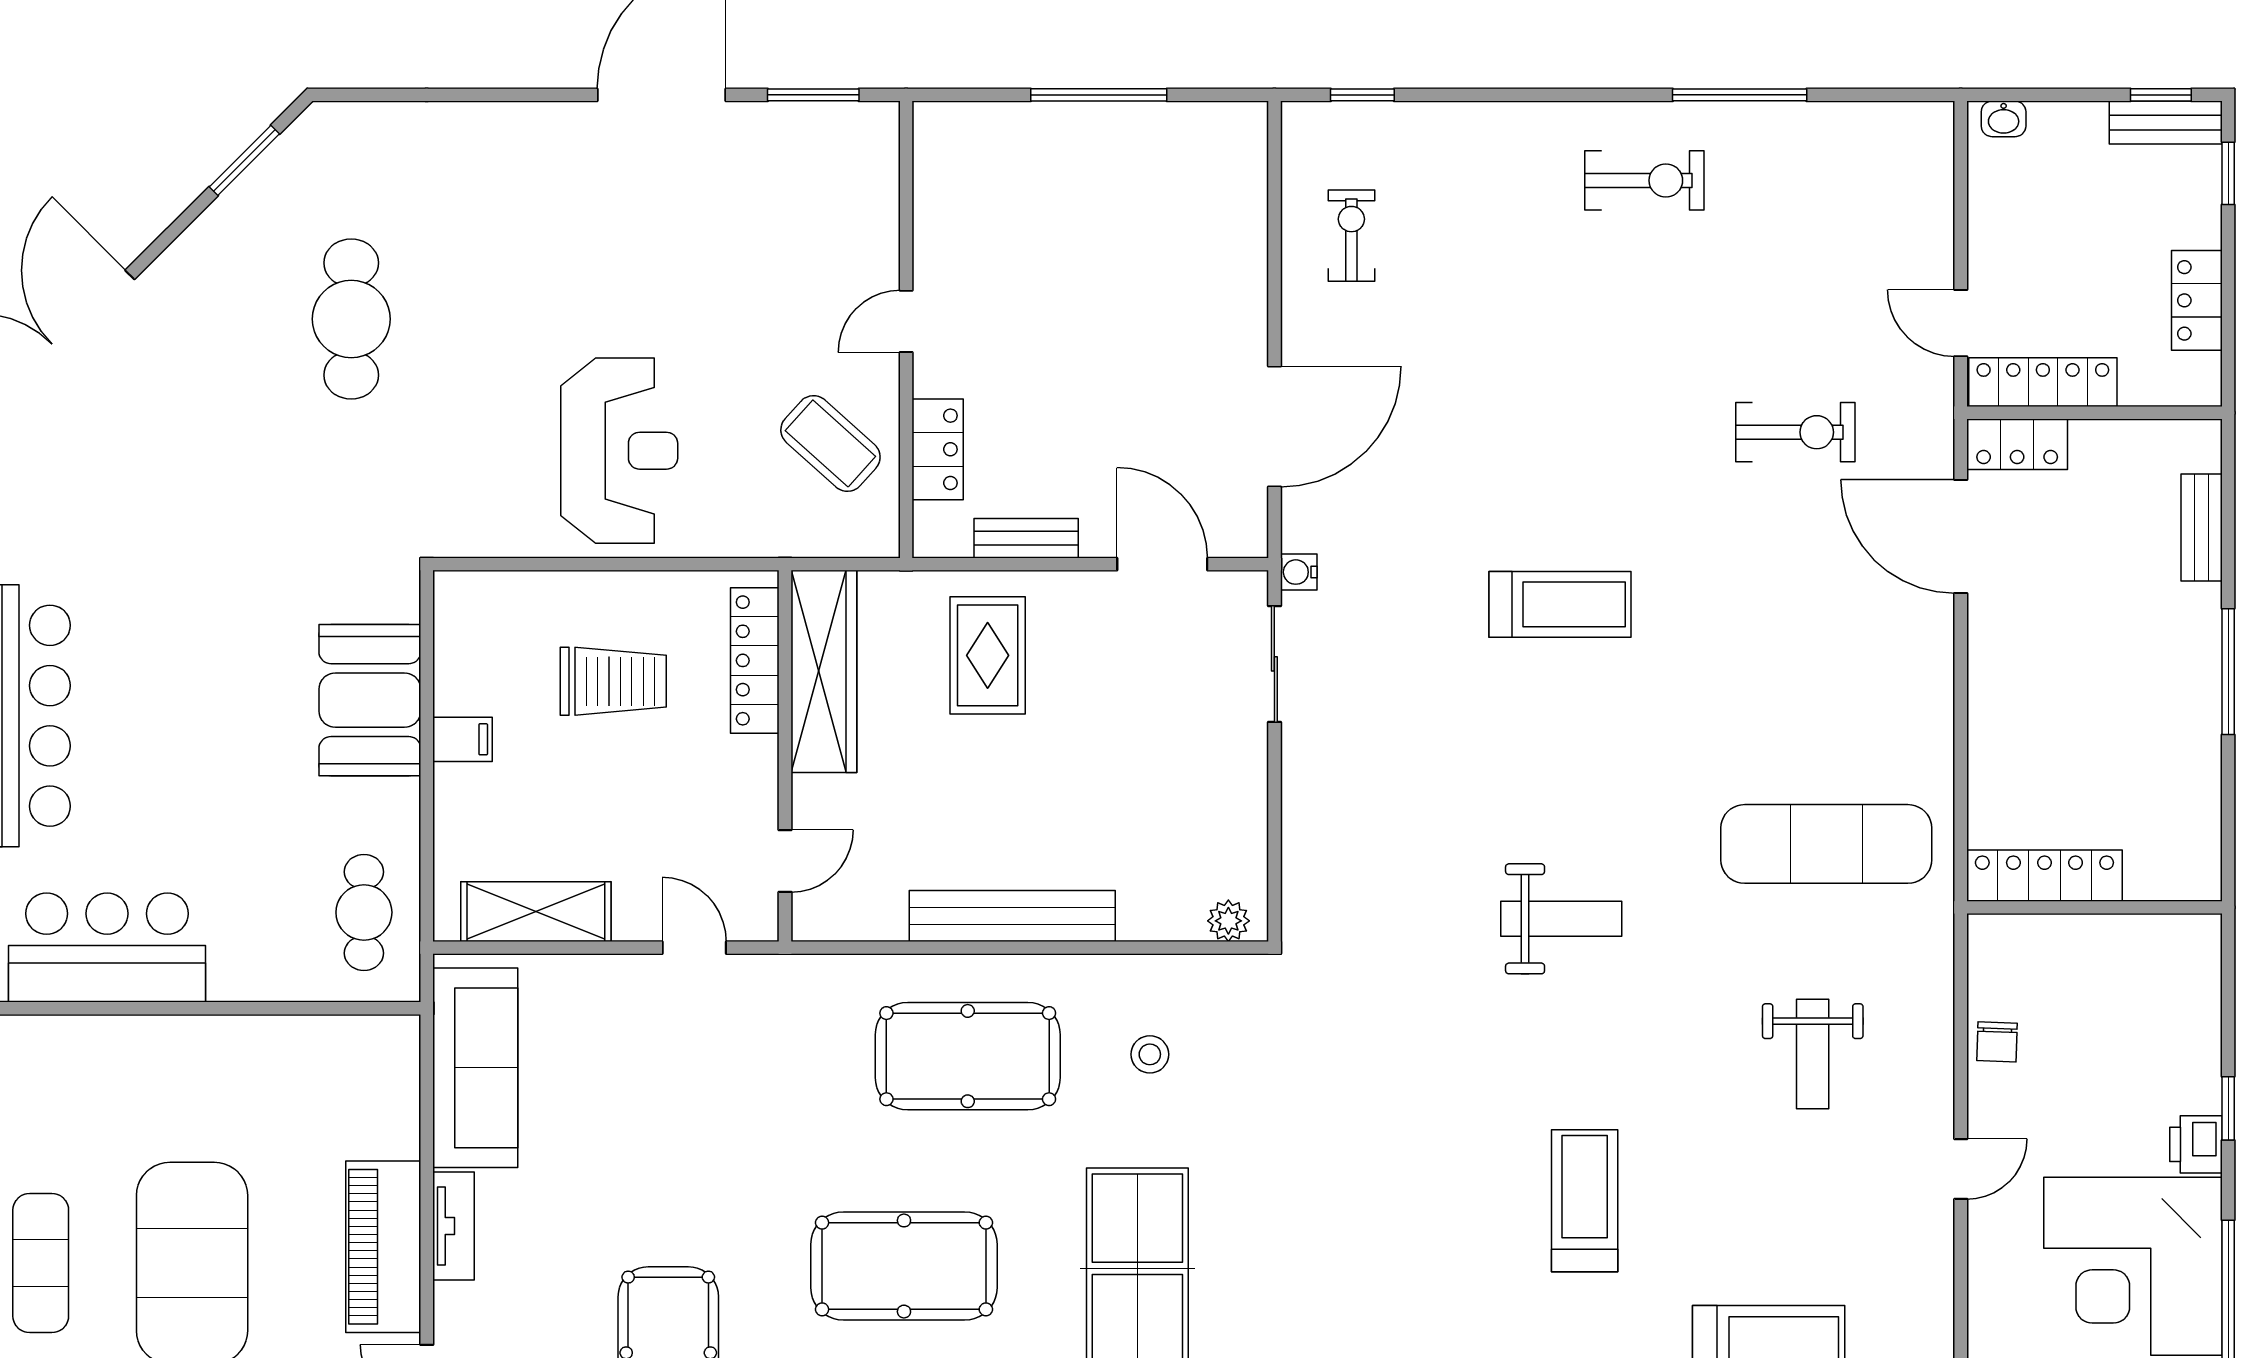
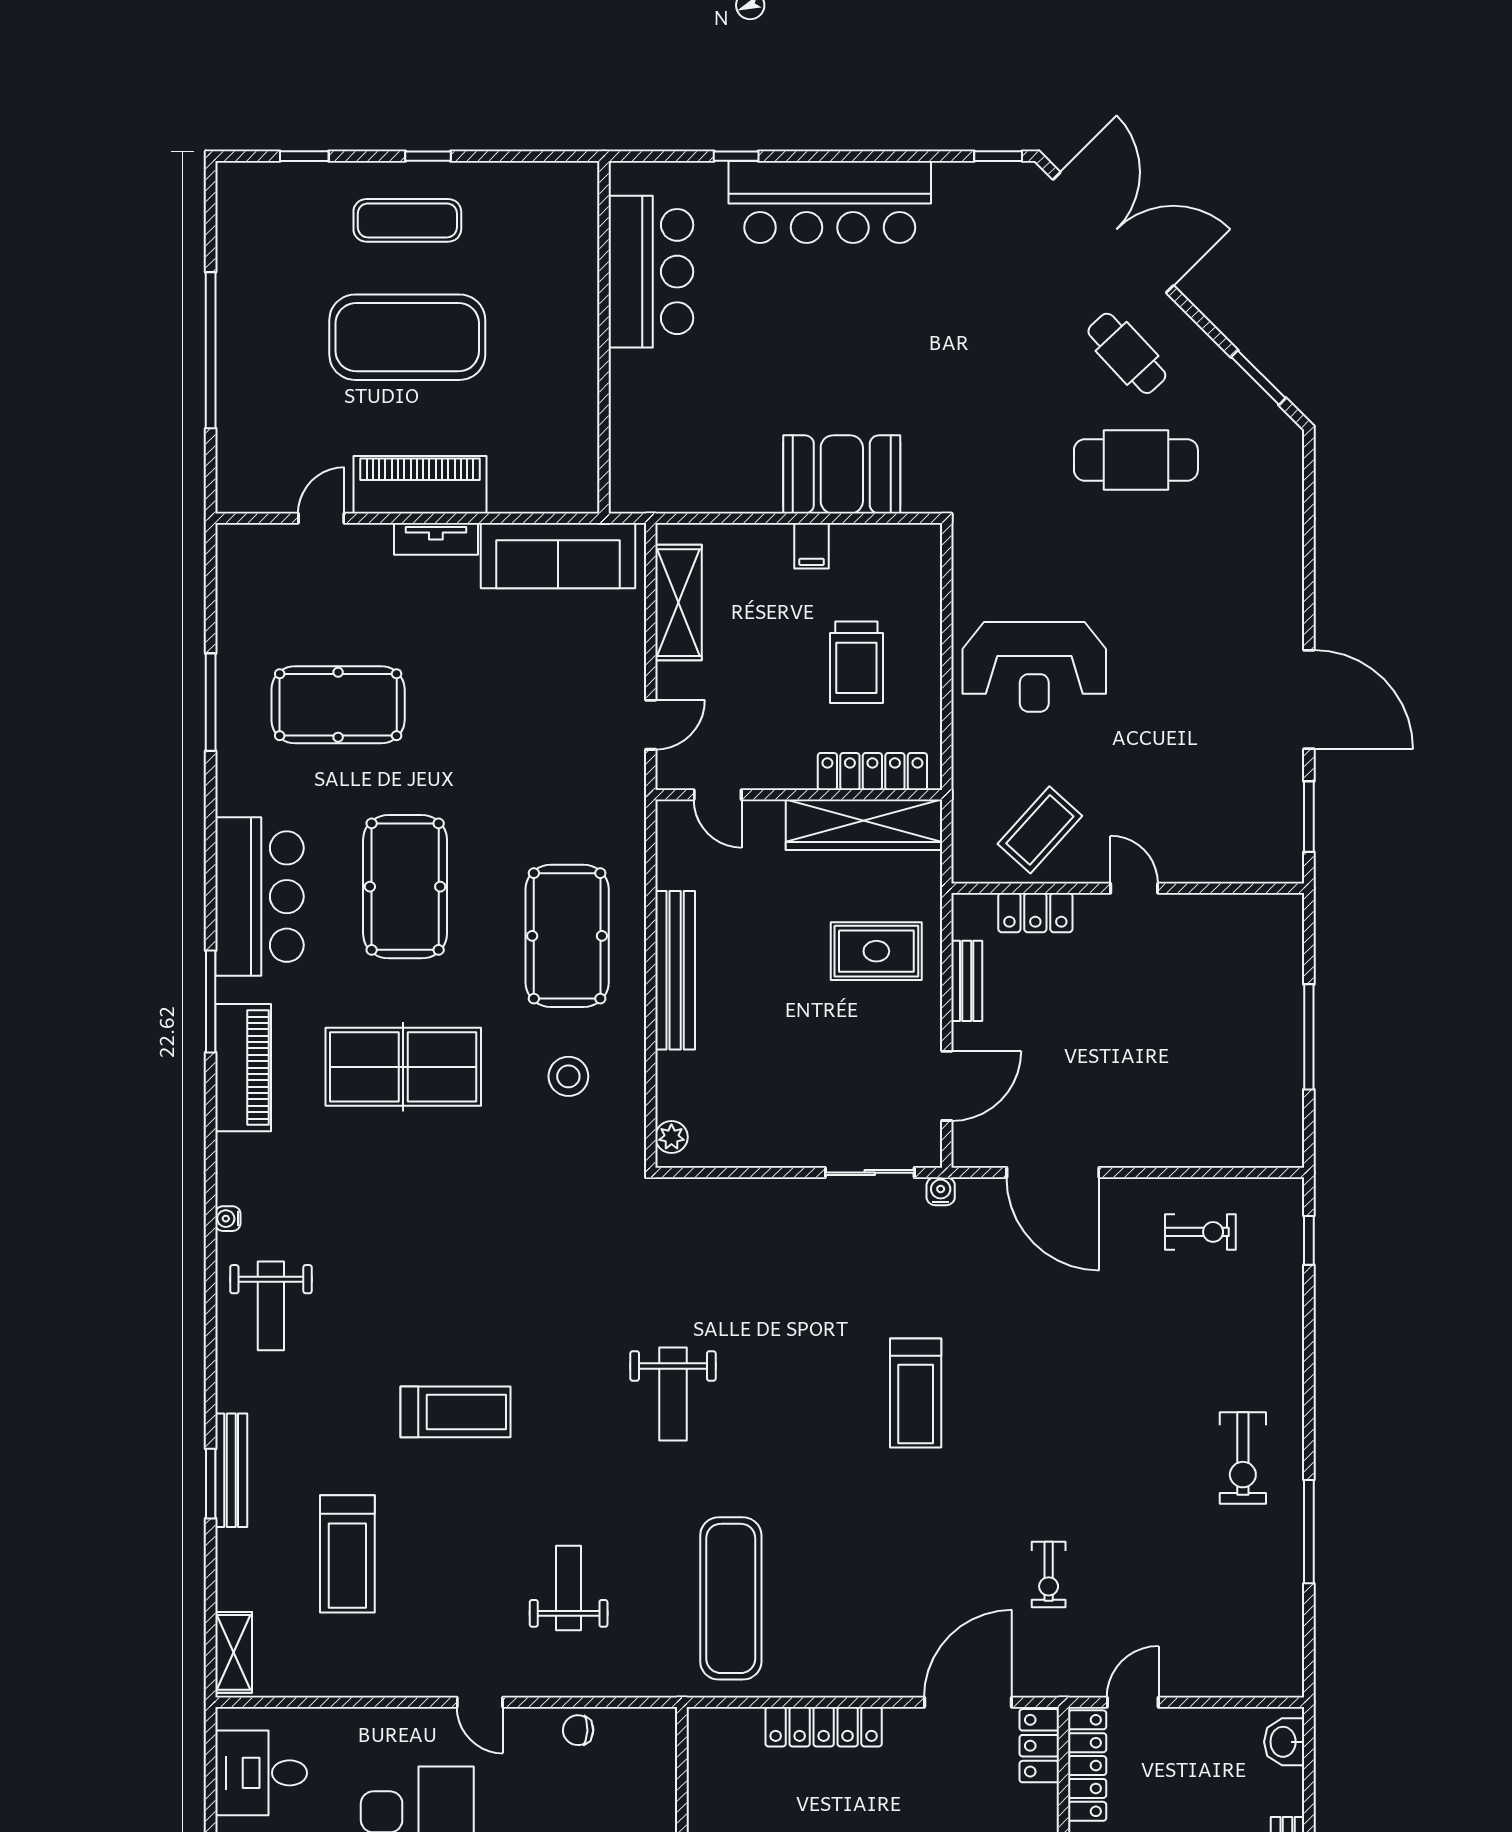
washbasin: (2004, 119) -> (1284, 1742), width x1.38, depth x1.45
exercise bike: (1795, 432) -> (1049, 1575), width x0.73, depth x0.72
locker: (2044, 876) -> (824, 1727), moved, turned 90
cafe table: (364, 912) -> (1127, 353), moved, turned 47
stool: (1150, 1054) -> (568, 1076), width x1.37, depth x1.37
weight bench: (1813, 1054) -> (569, 1588), turned 90

